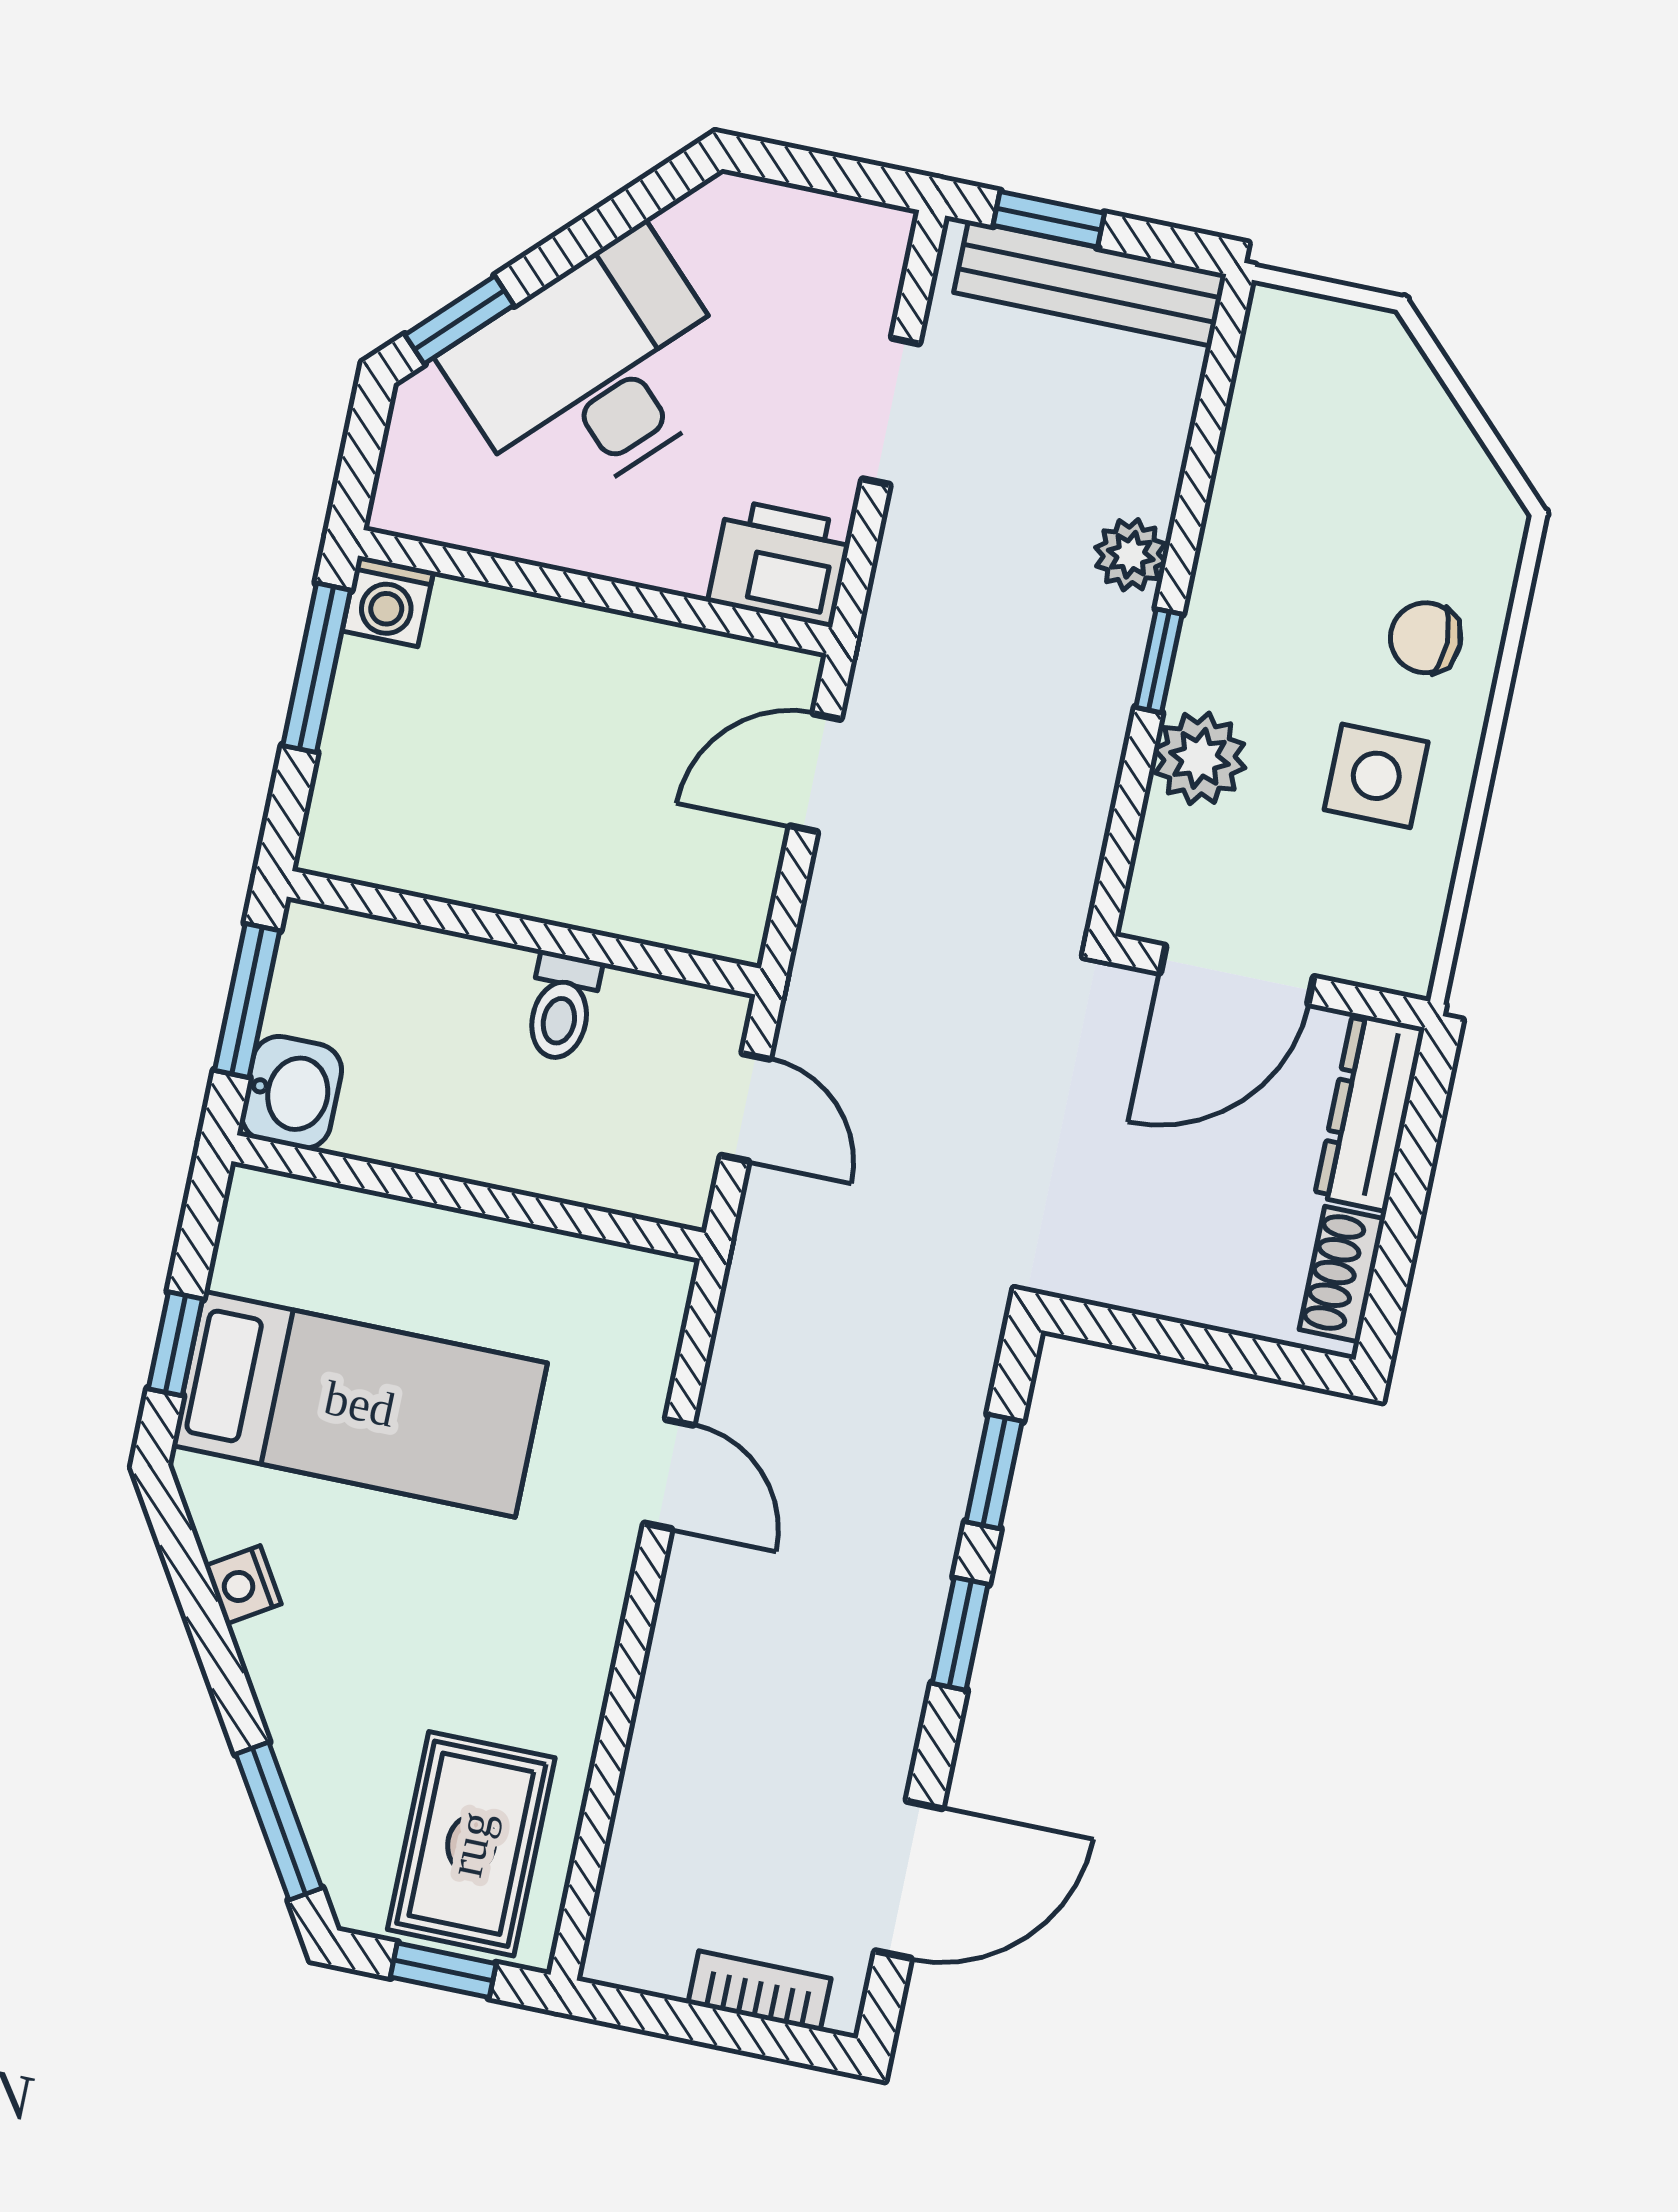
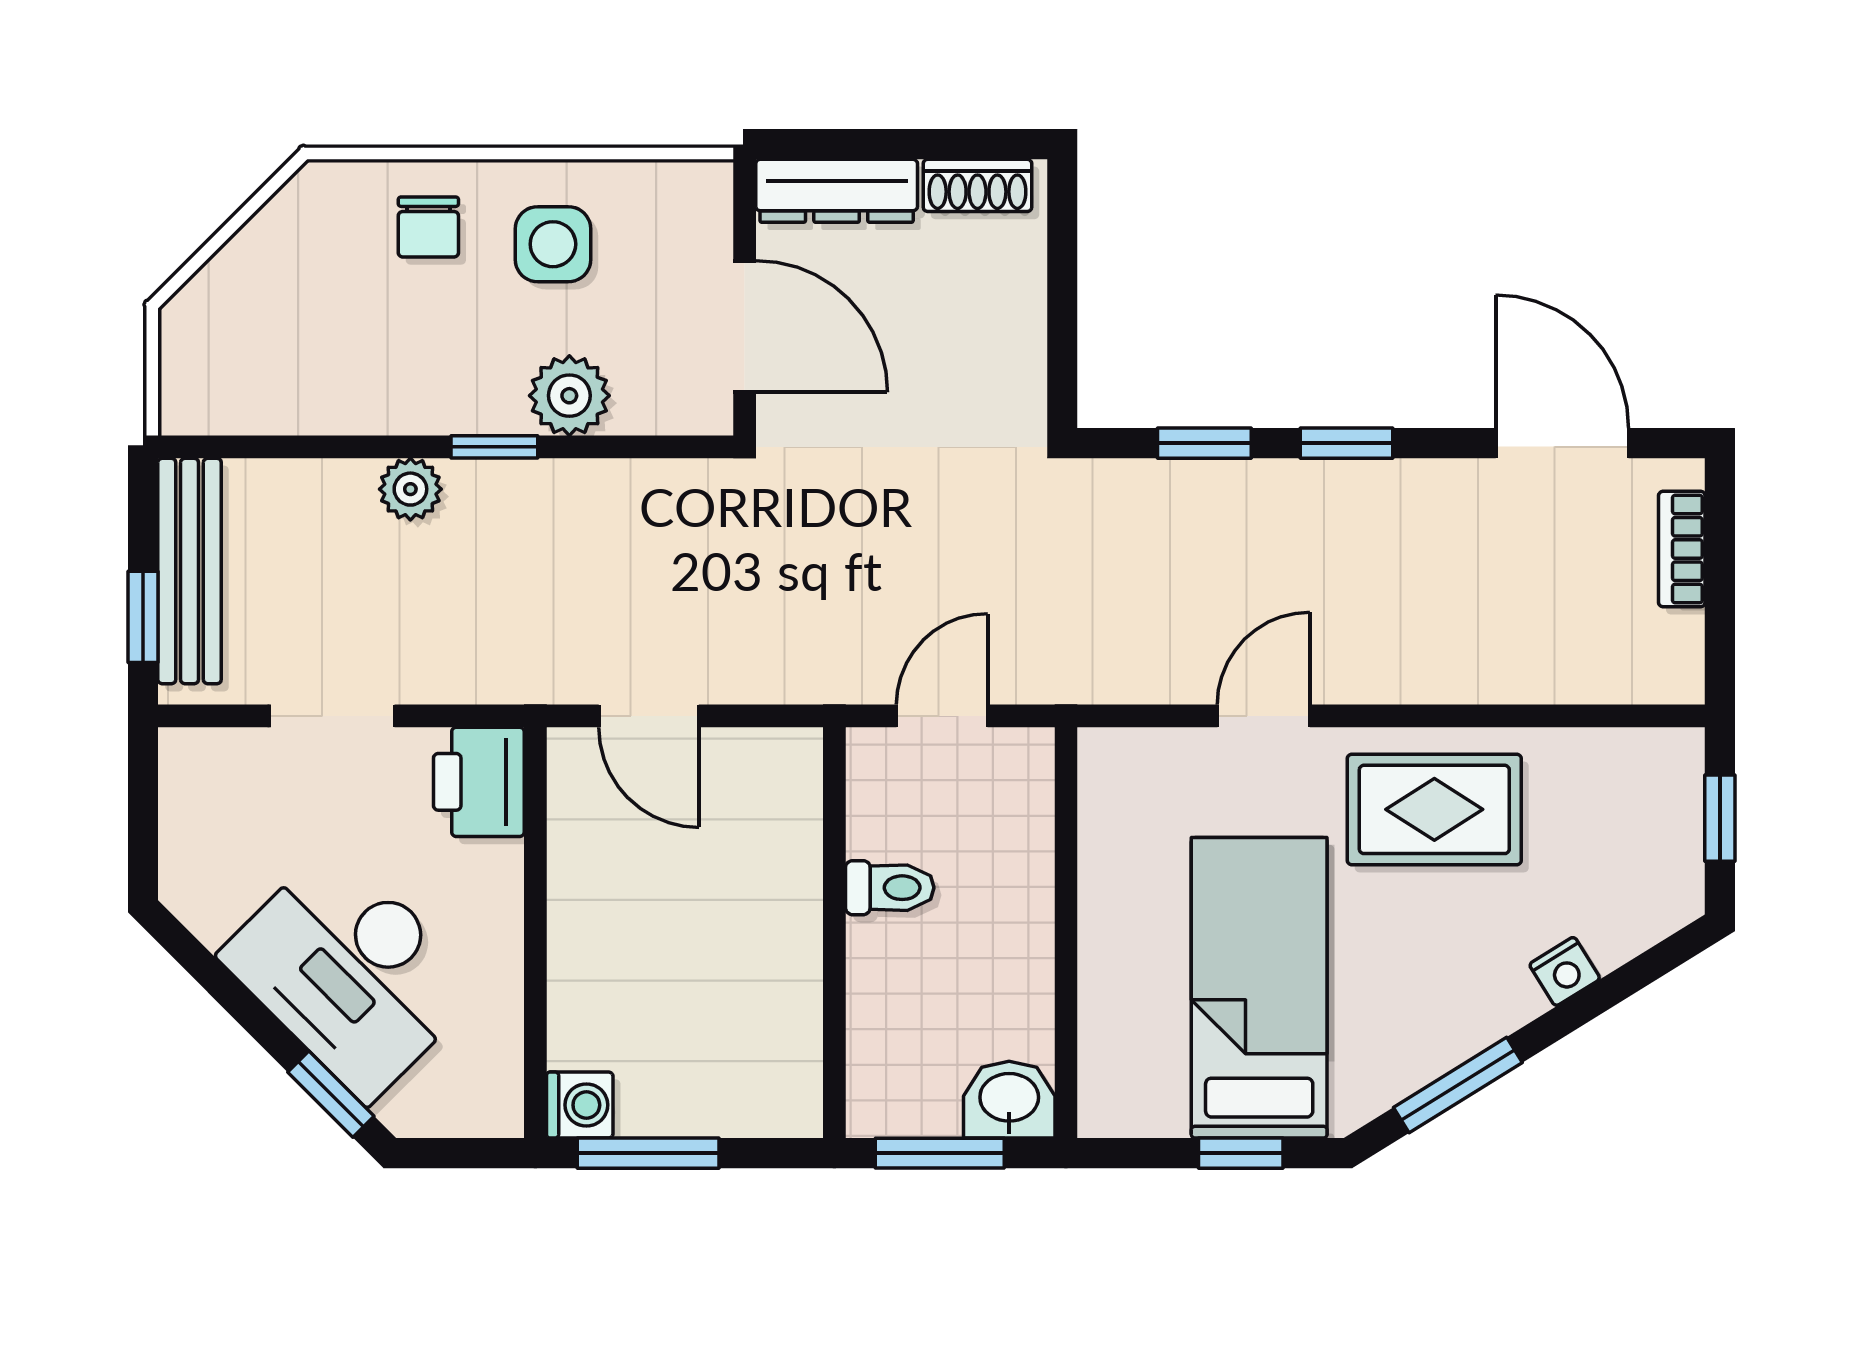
nightstand: (243, 1585) -> (1565, 971), moved
window: (279, 1821) -> (1458, 1085), moved
rug: (471, 1844) -> (1434, 809), moved

